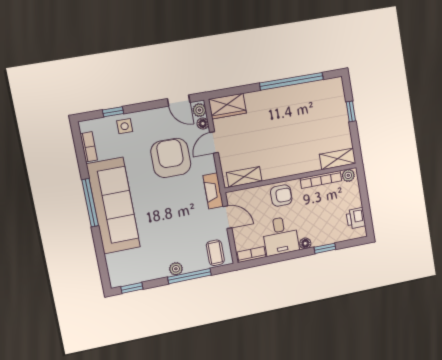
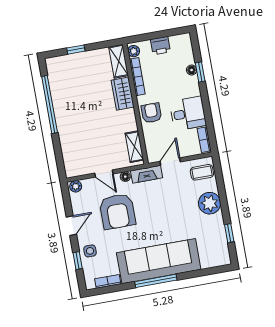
door: (179, 101) -> (71, 226), moved
wardrobe: (227, 106) -> (123, 94), moved, turned 180
floor lamp: (203, 124) -> (125, 177), moved
armchair: (171, 158) -> (117, 211), turned -90
printer: (356, 218) -> (160, 46), moved
floor lamp: (305, 243) -> (192, 70), moved
plant: (176, 269) -> (210, 203), width x1.87, depth x1.87
window: (189, 276) -> (222, 195), removed
window: (132, 288) -> (229, 233), moved

